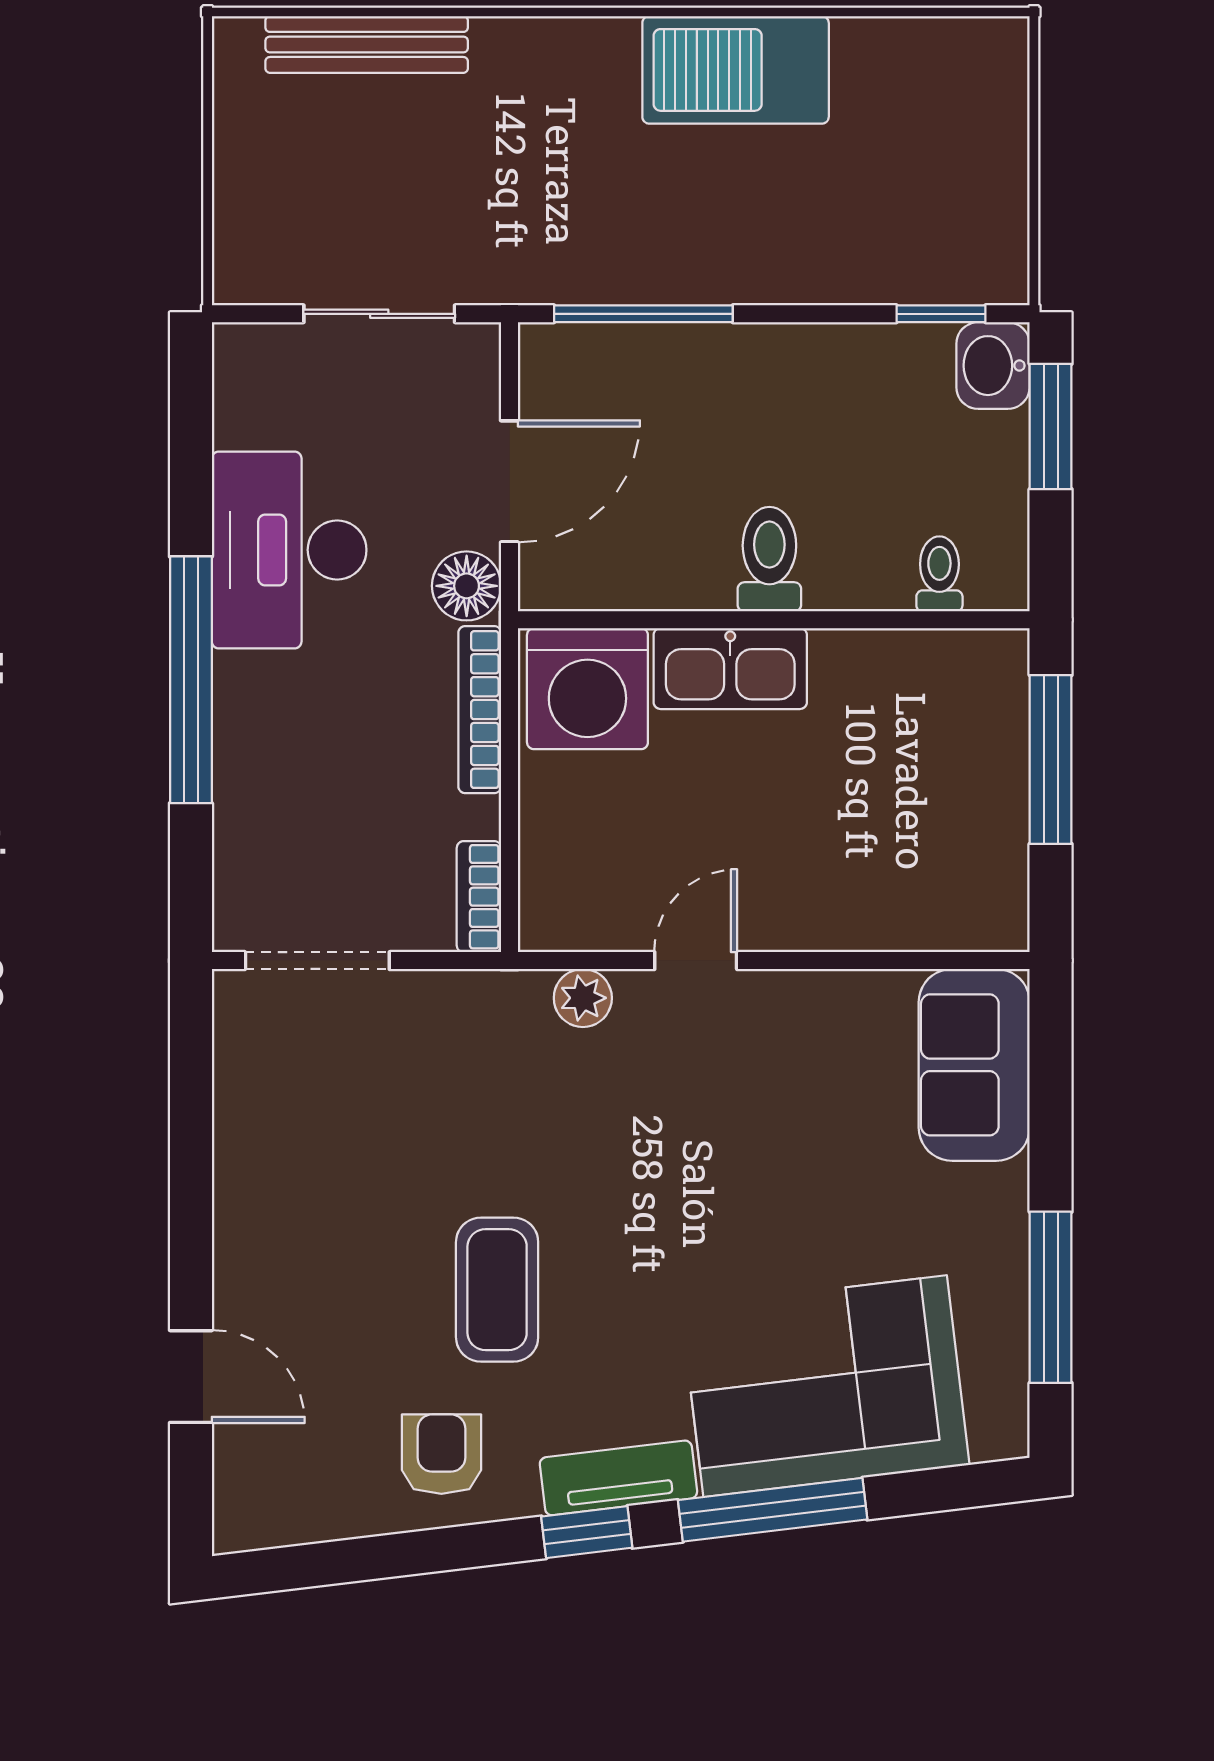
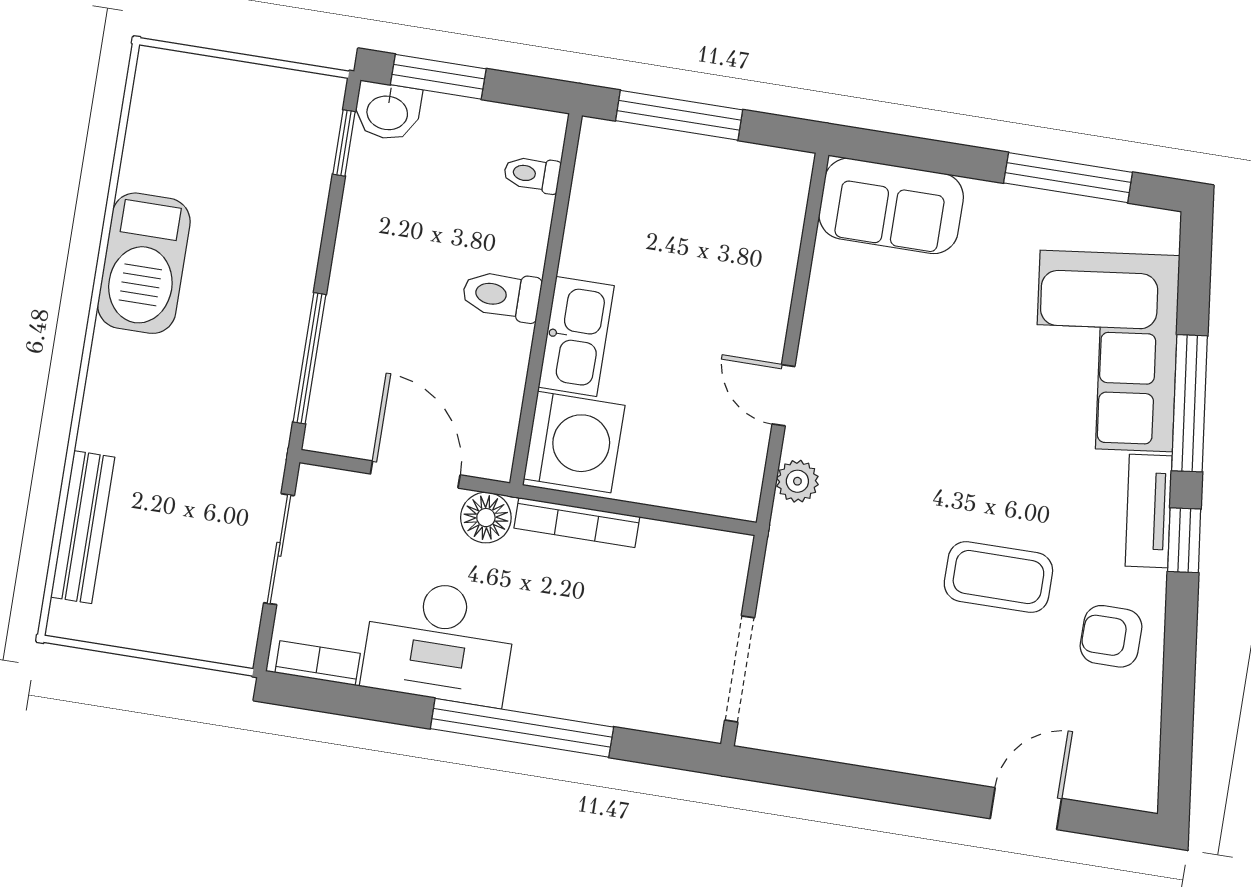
bookcase: (479, 897) -> (318, 663), moved, turned 180

